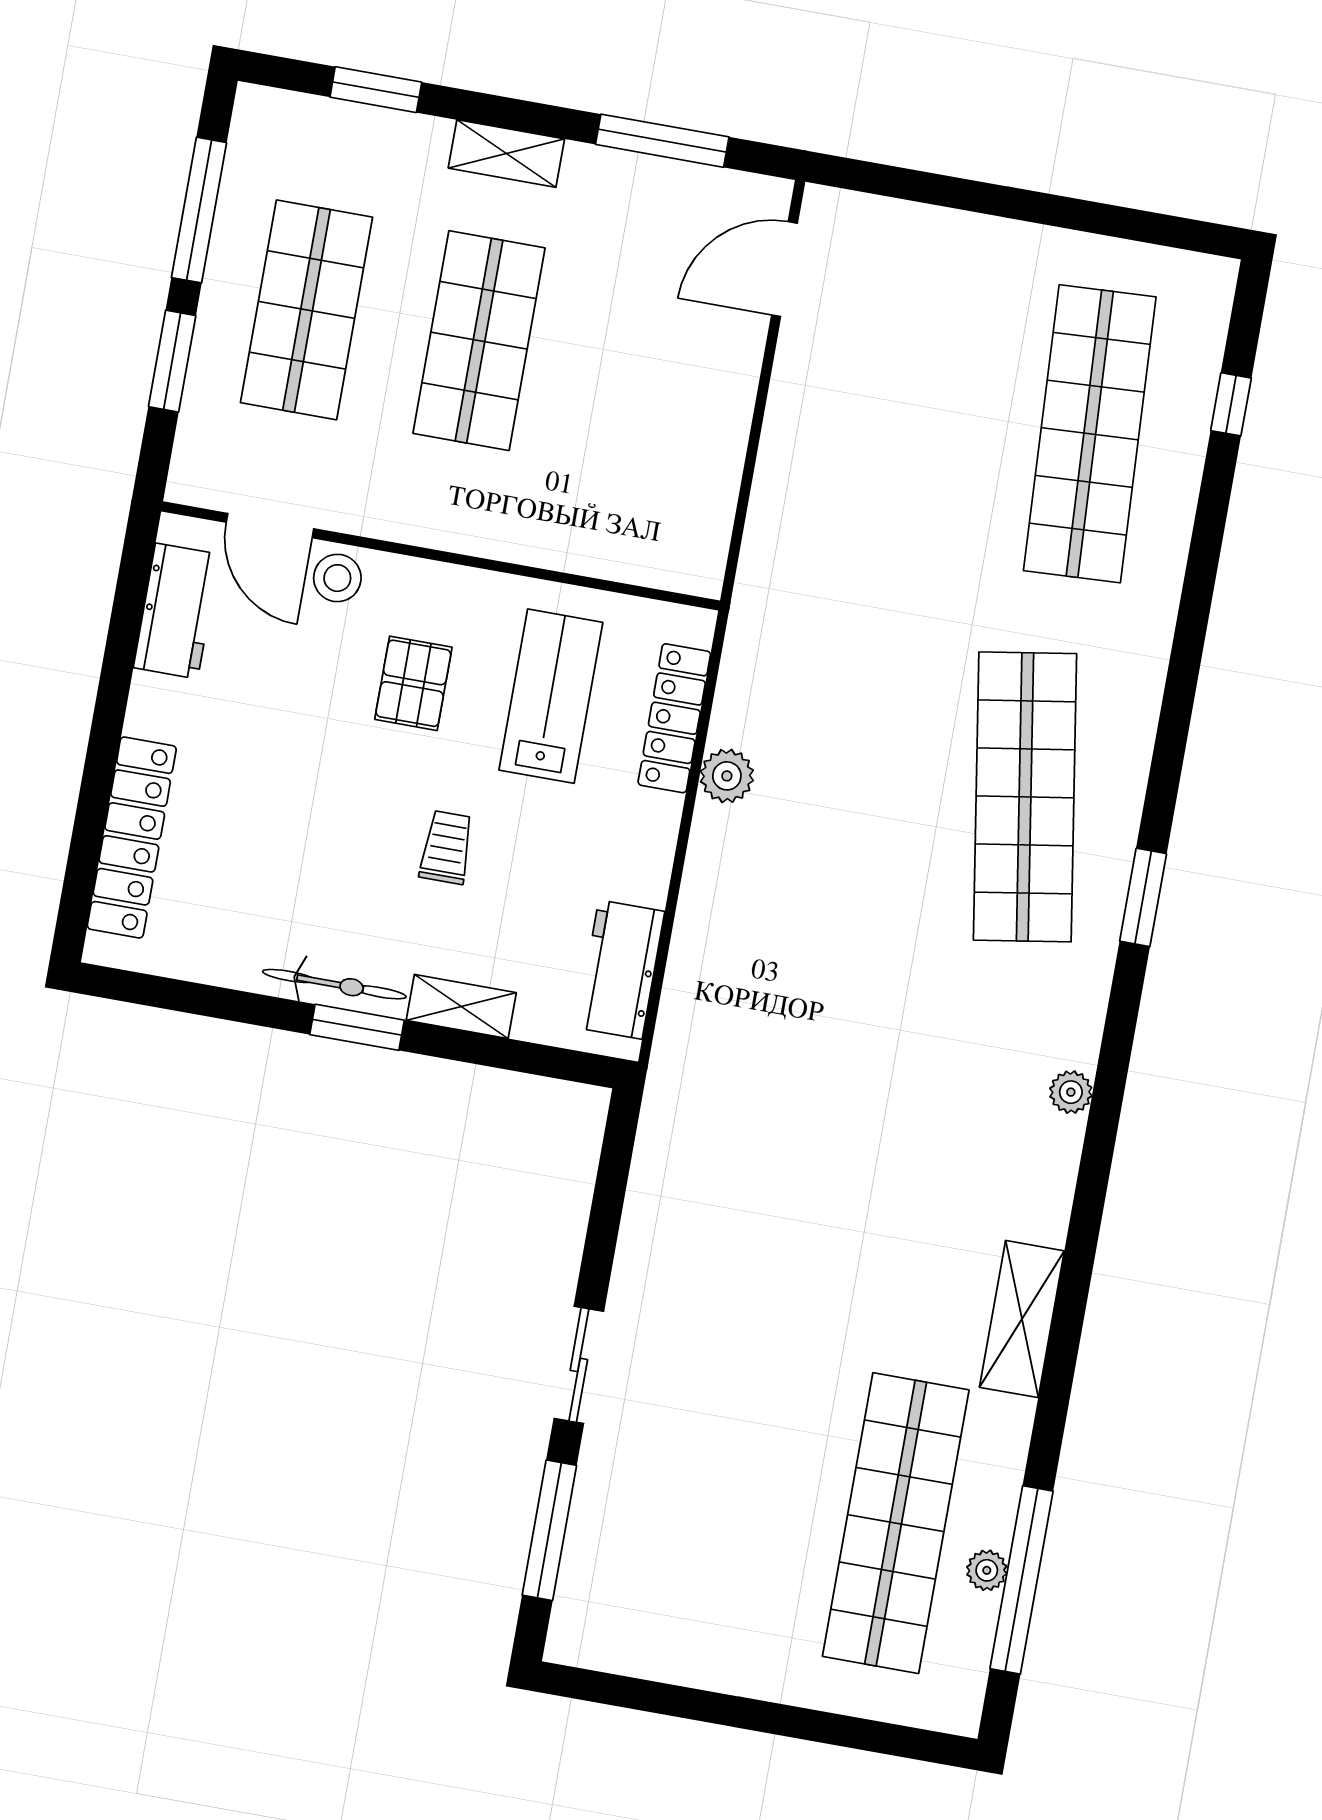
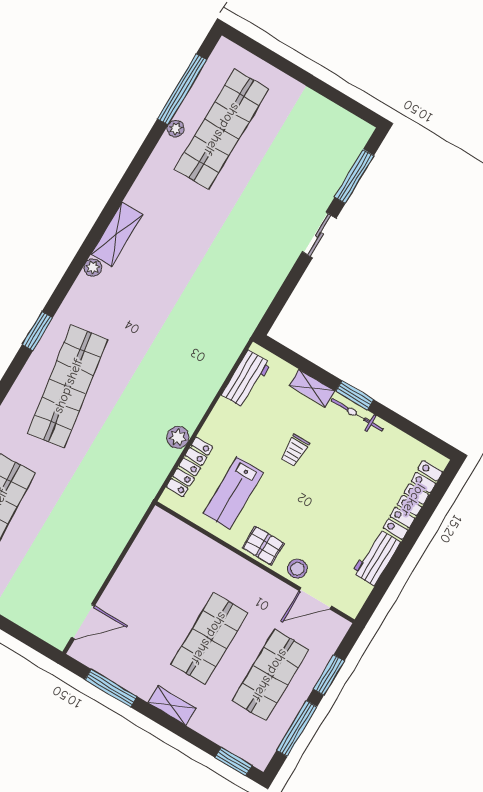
window: (376, 90) -> (234, 761), moved
door: (270, 526) -> (315, 598), swing flipped
workbench: (177, 611) -> (376, 557), moved
pallet: (413, 683) -> (263, 546), moved, turned 90
shelving: (1022, 1319) -> (117, 234), moved
plant: (987, 1570) -> (176, 128), moved

